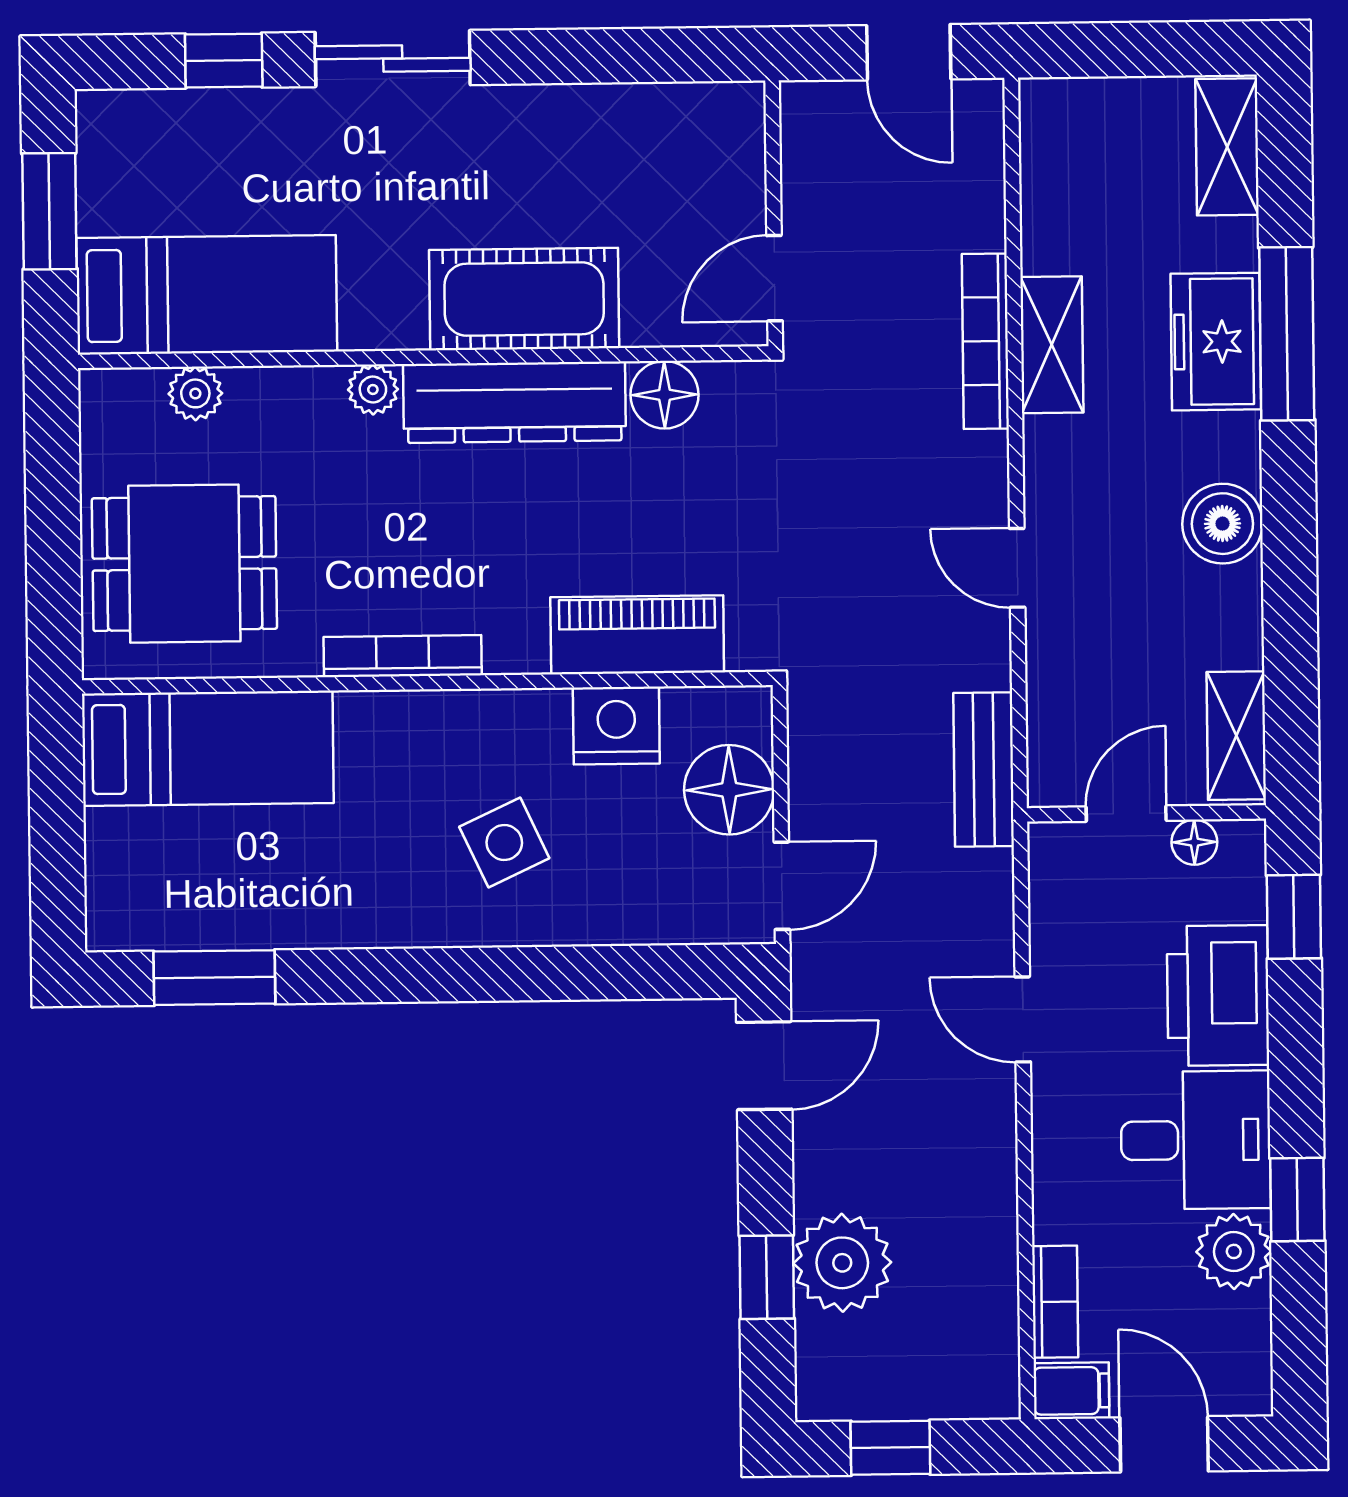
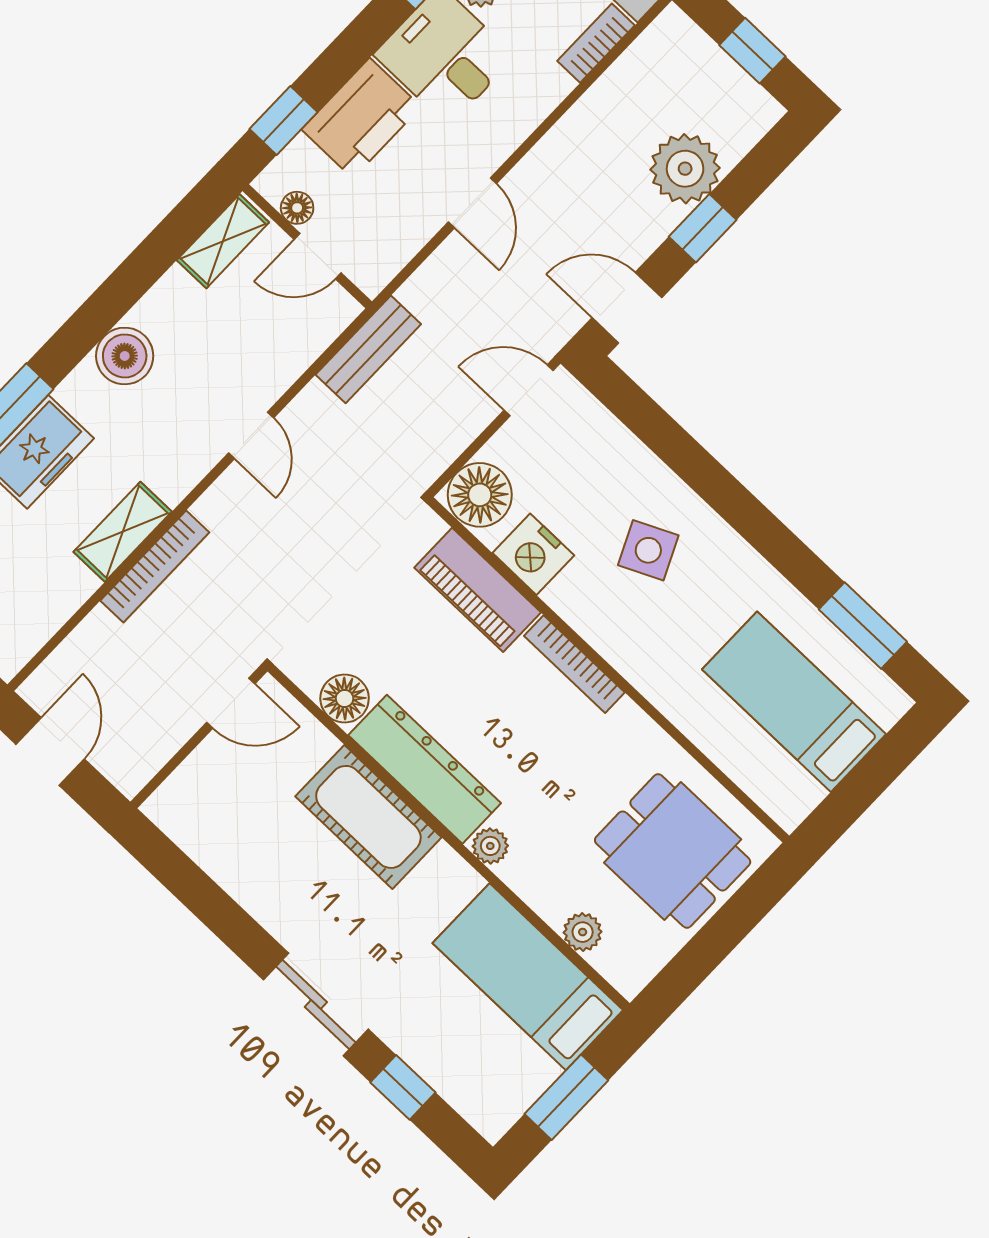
bookcase: (403, 656) -> (574, 664), moved
bed: (208, 748) -> (794, 702), moved
floor lamp: (729, 790) -> (480, 495), moved
window: (767, 1277) -> (703, 228), moved

